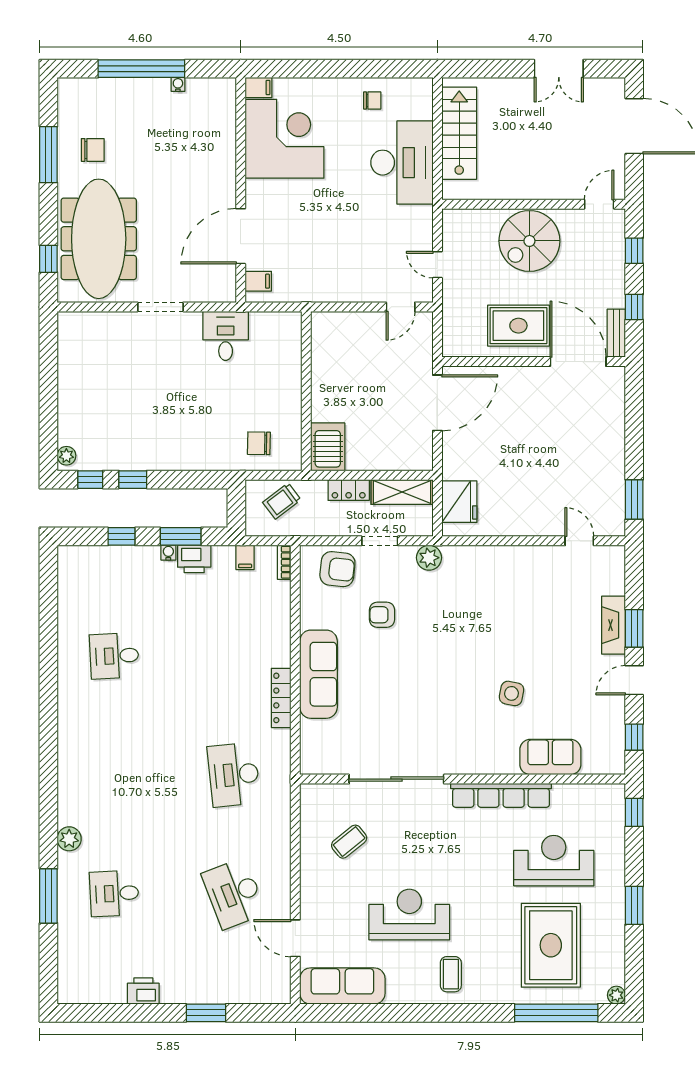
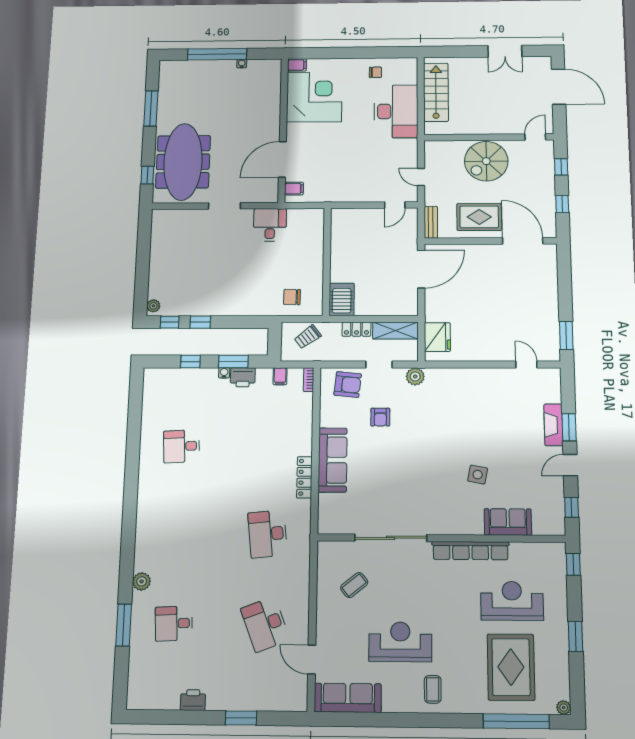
chair: (93, 150) -> (181, 105), removed
bench: (616, 333) -> (431, 222), moved
armchair: (382, 615) -> (380, 417), turned -90

